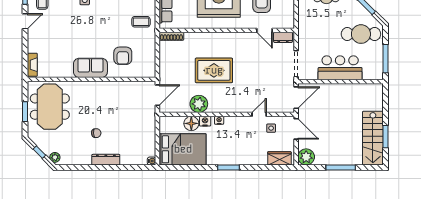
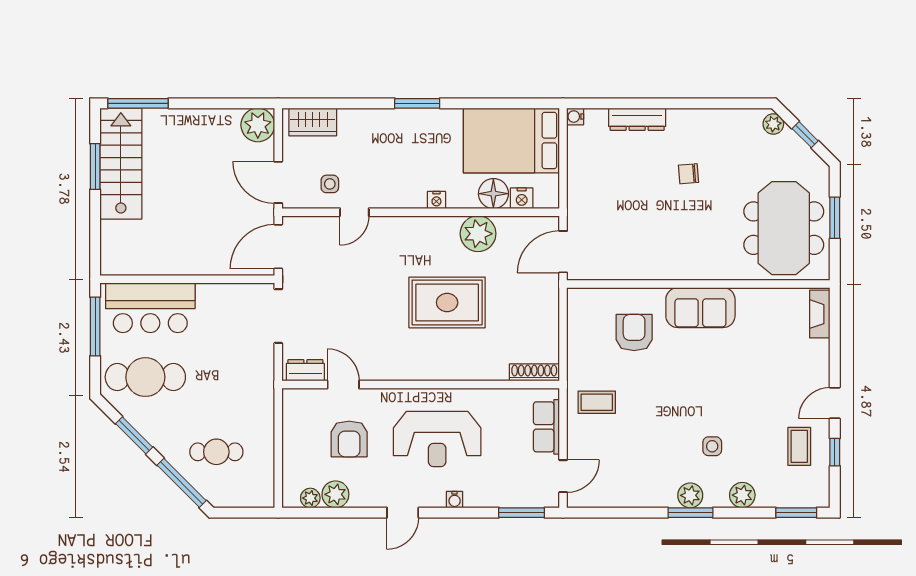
bar counter: (340, 68) -> (150, 308), moved
nightstand: (205, 121) -> (522, 198), moved
dresser: (106, 160) -> (637, 119), moved
window: (341, 167) -> (138, 103), moved

